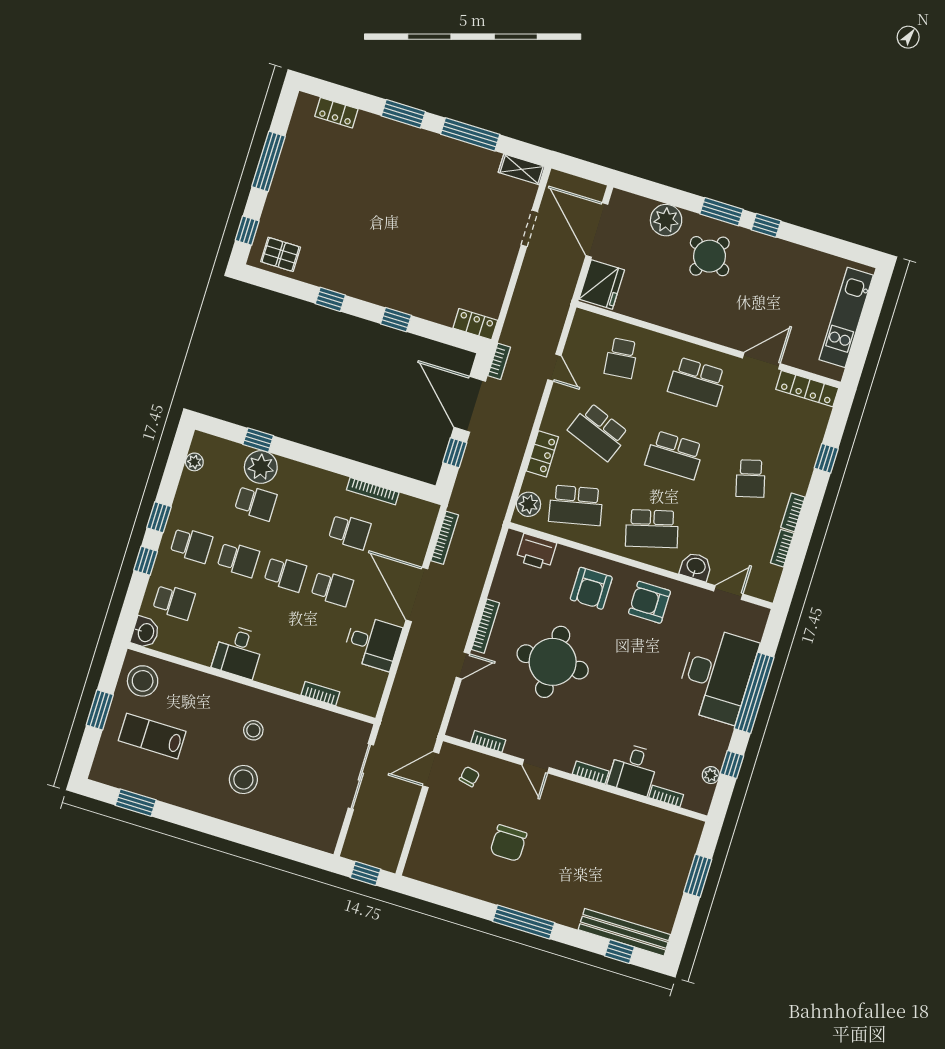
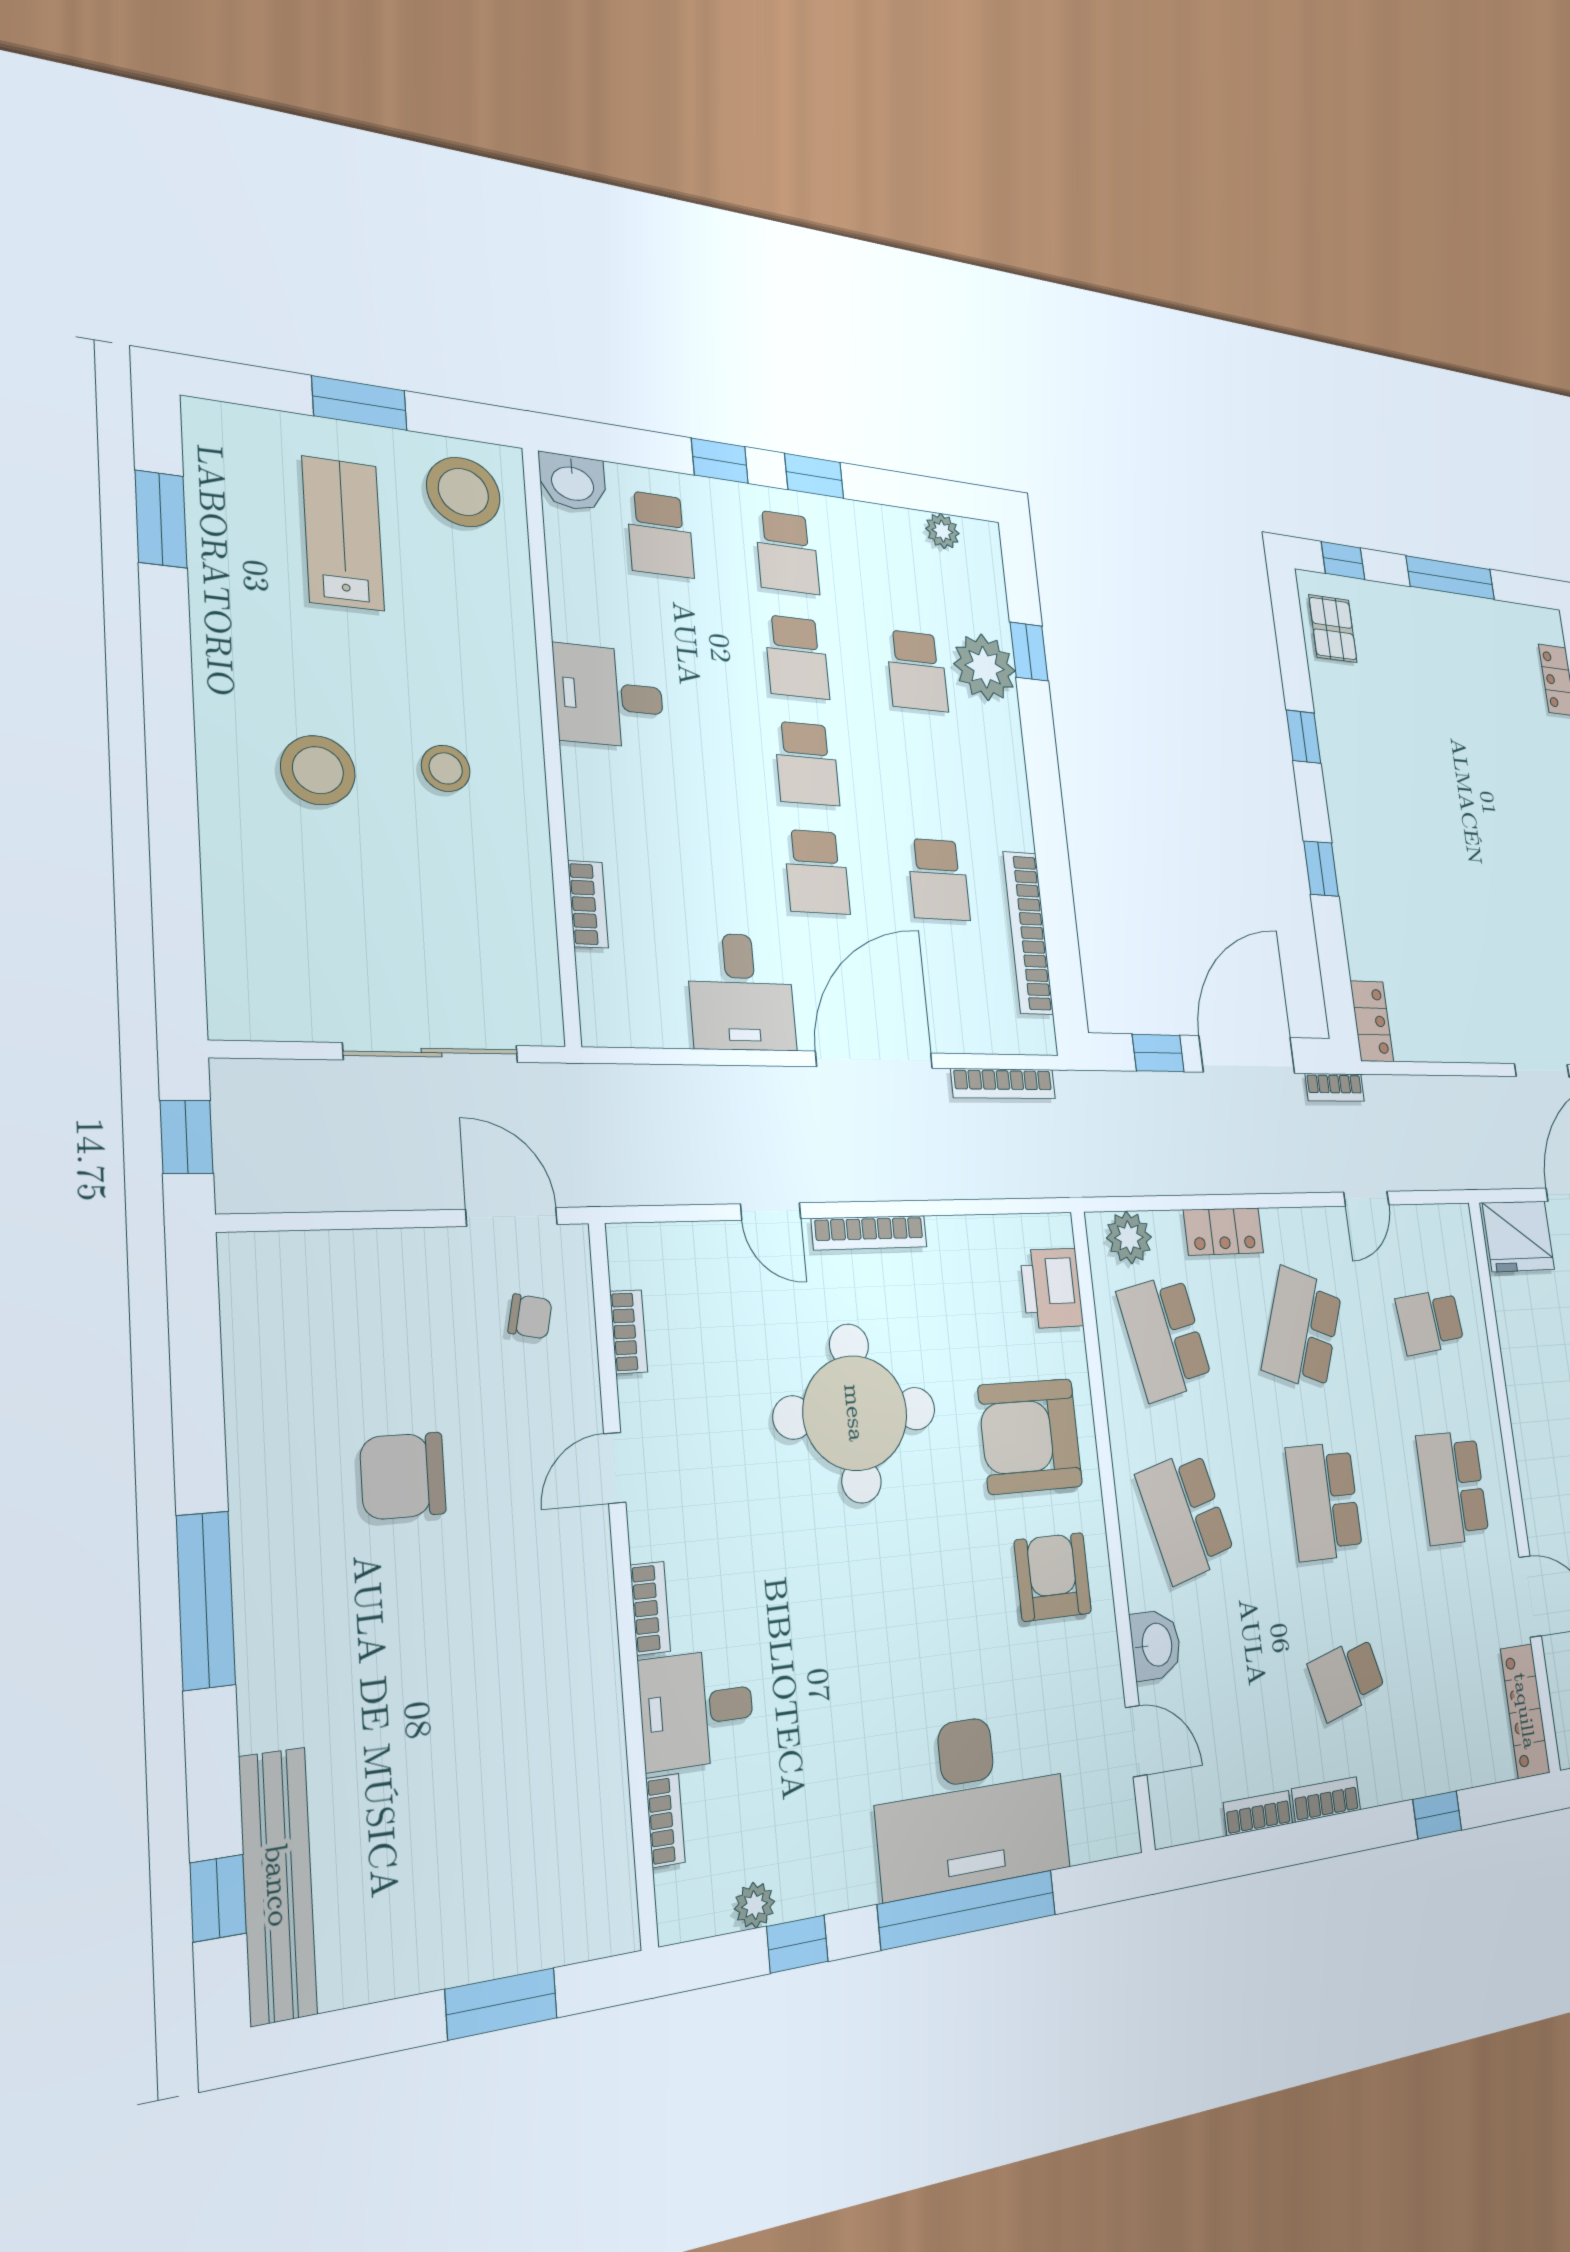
bookcase: (373, 491) -> (1028, 933), width x1.48, depth x1.31
armchair: (591, 588) -> (1030, 1436), width x1.36, depth x1.36

